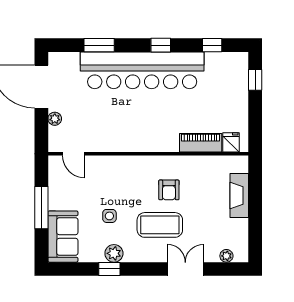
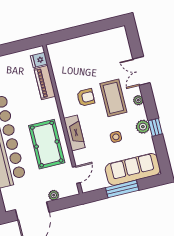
pool table: (122, 126) -> (47, 144), added
fireplace: (239, 196) -> (74, 133), moved, turned -90
sofa: (63, 237) -> (133, 169), width x1.36
plant: (226, 256) -> (138, 100), moved

